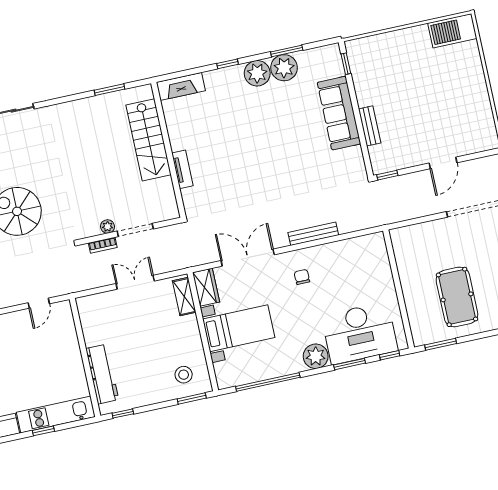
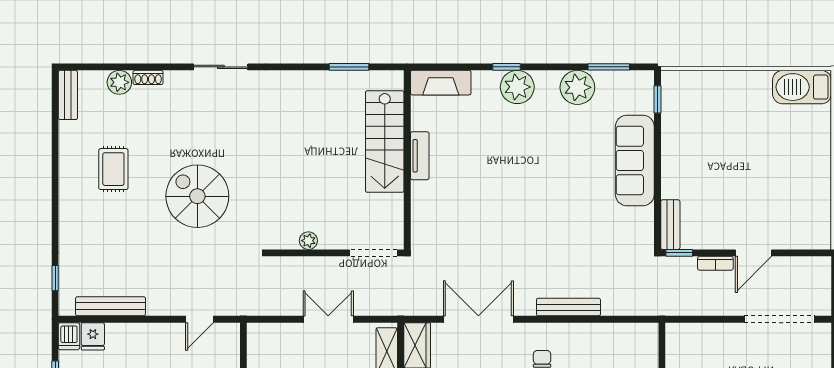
window: (287, 51) -> (609, 67), moved
plant: (257, 73) -> (517, 87), moved
bench: (370, 126) -> (670, 225), moved
tv unit: (182, 169) -> (420, 156), moved
doorway: (135, 230) -> (373, 253), moved
bookcase: (103, 245) -> (715, 263), moved

